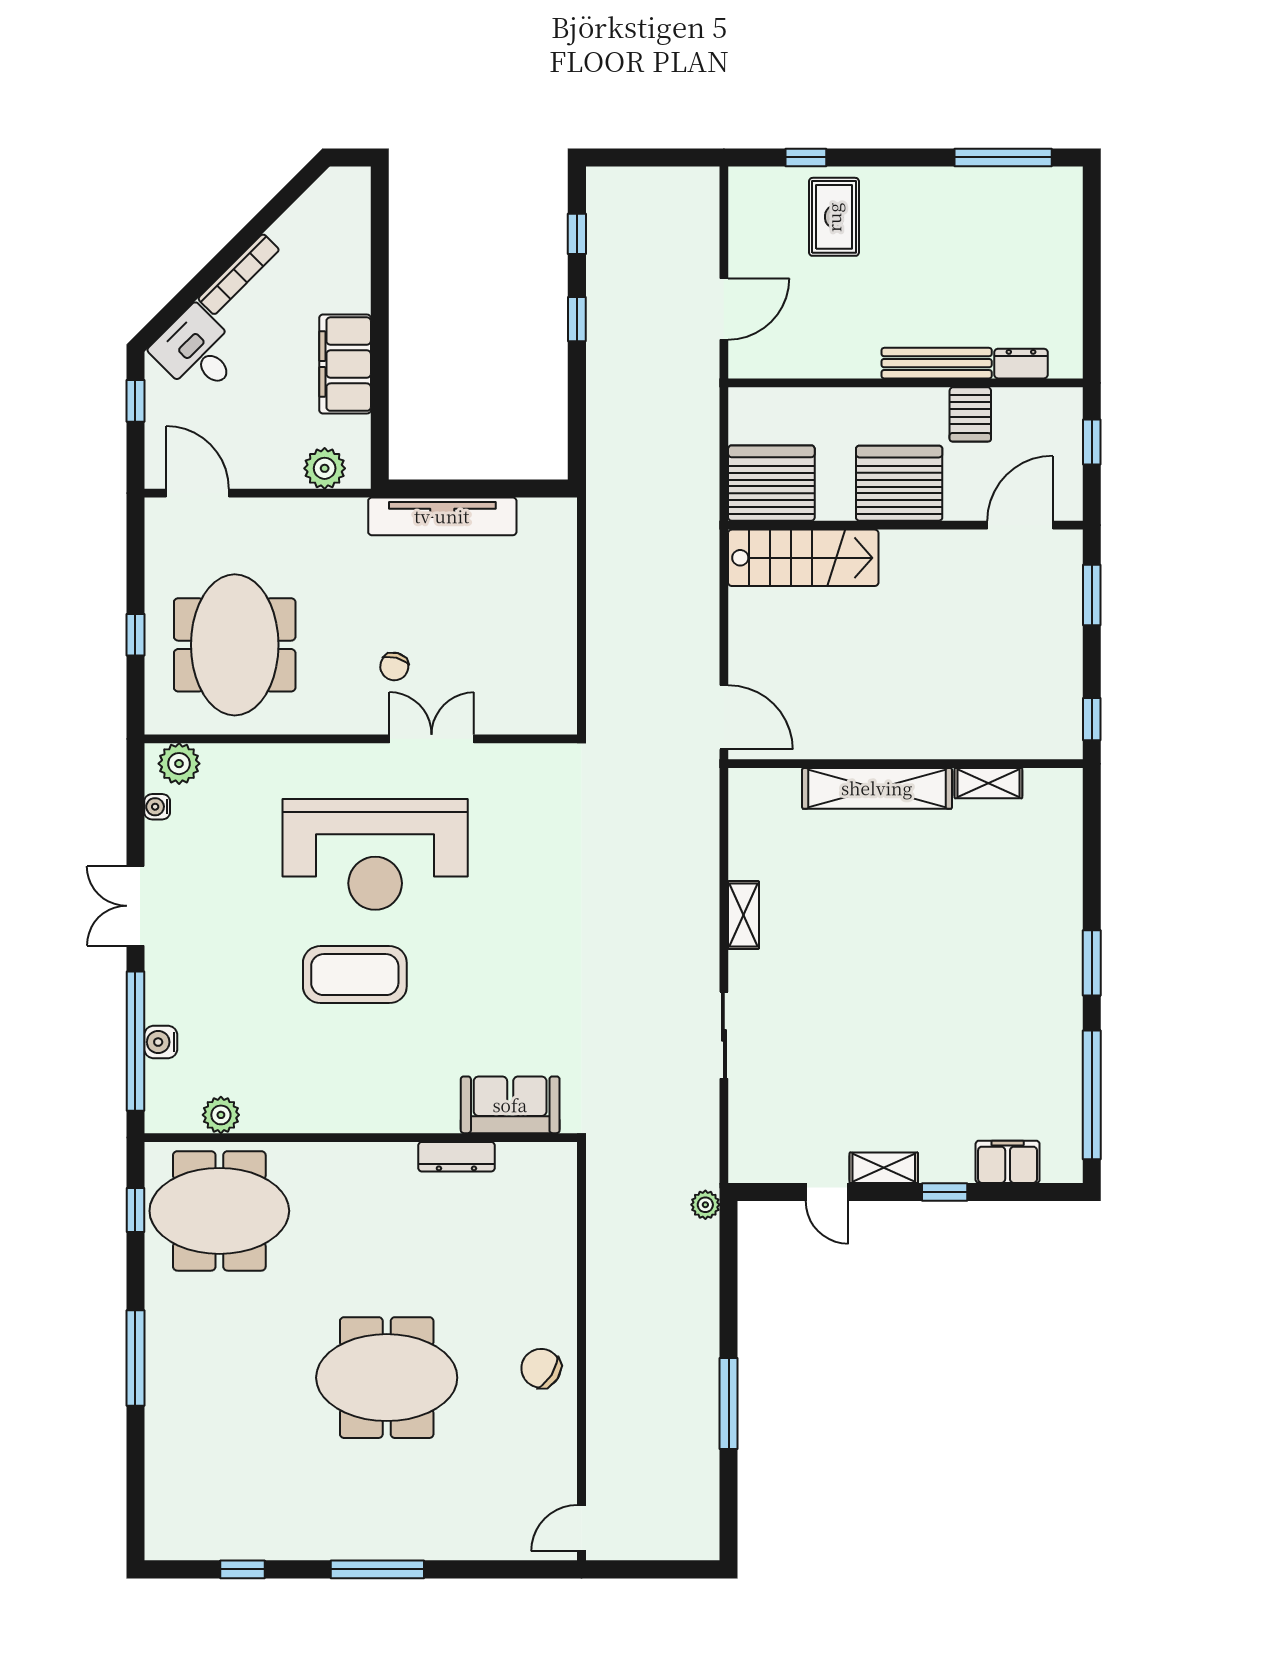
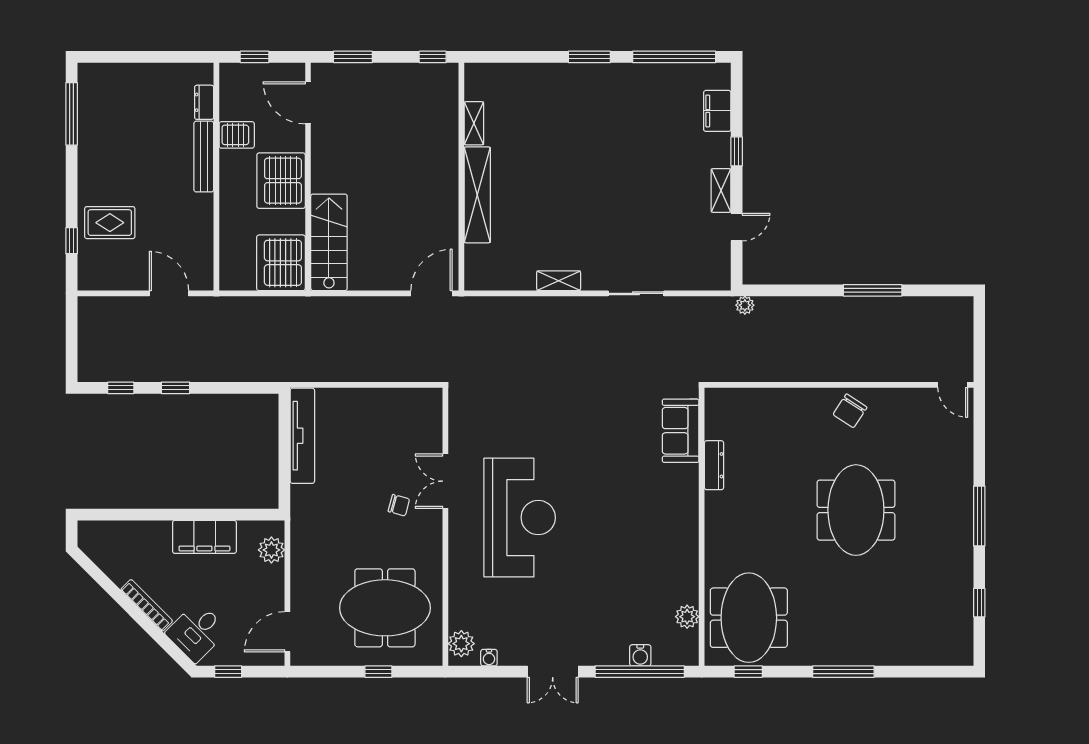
tv unit: (442, 516) -> (302, 436), moved
coffee table: (355, 975) -> (597, 531), removed

